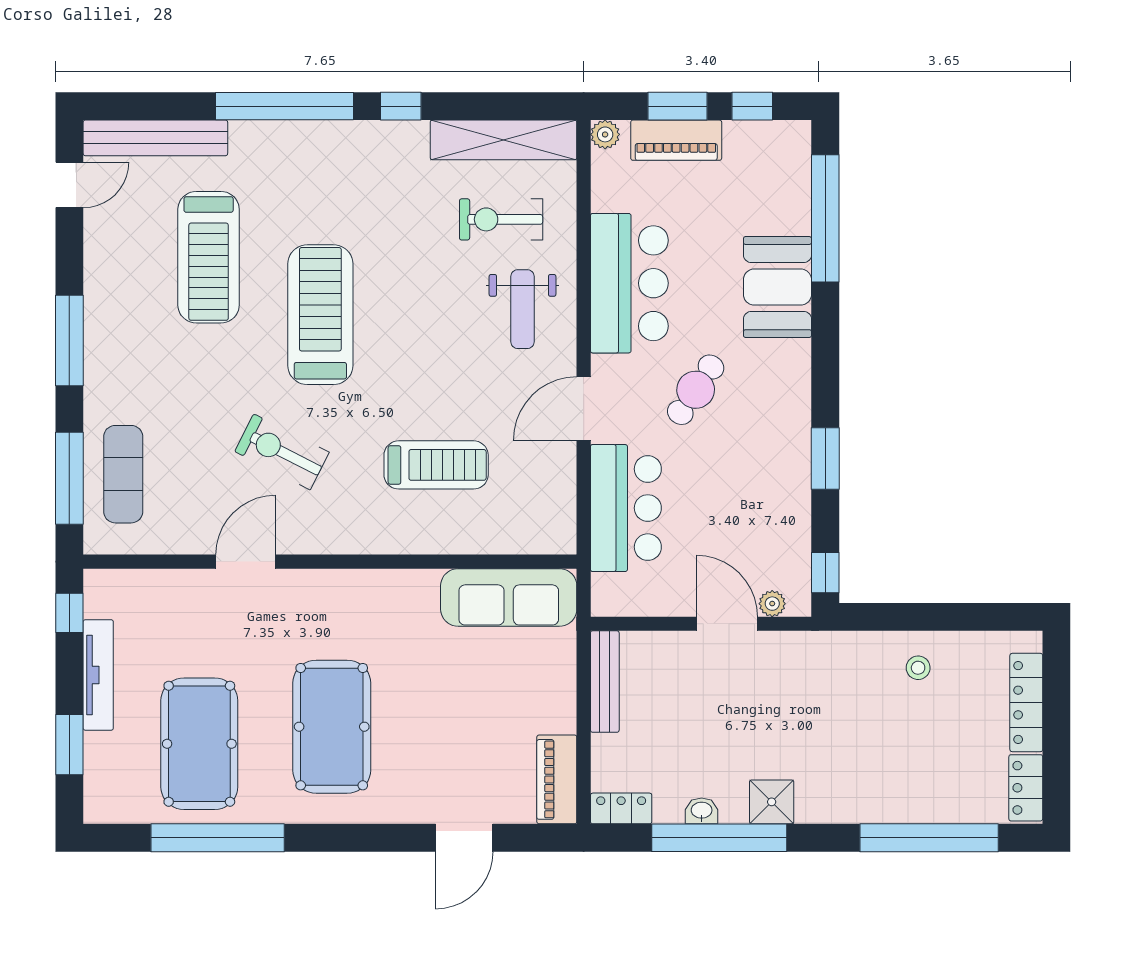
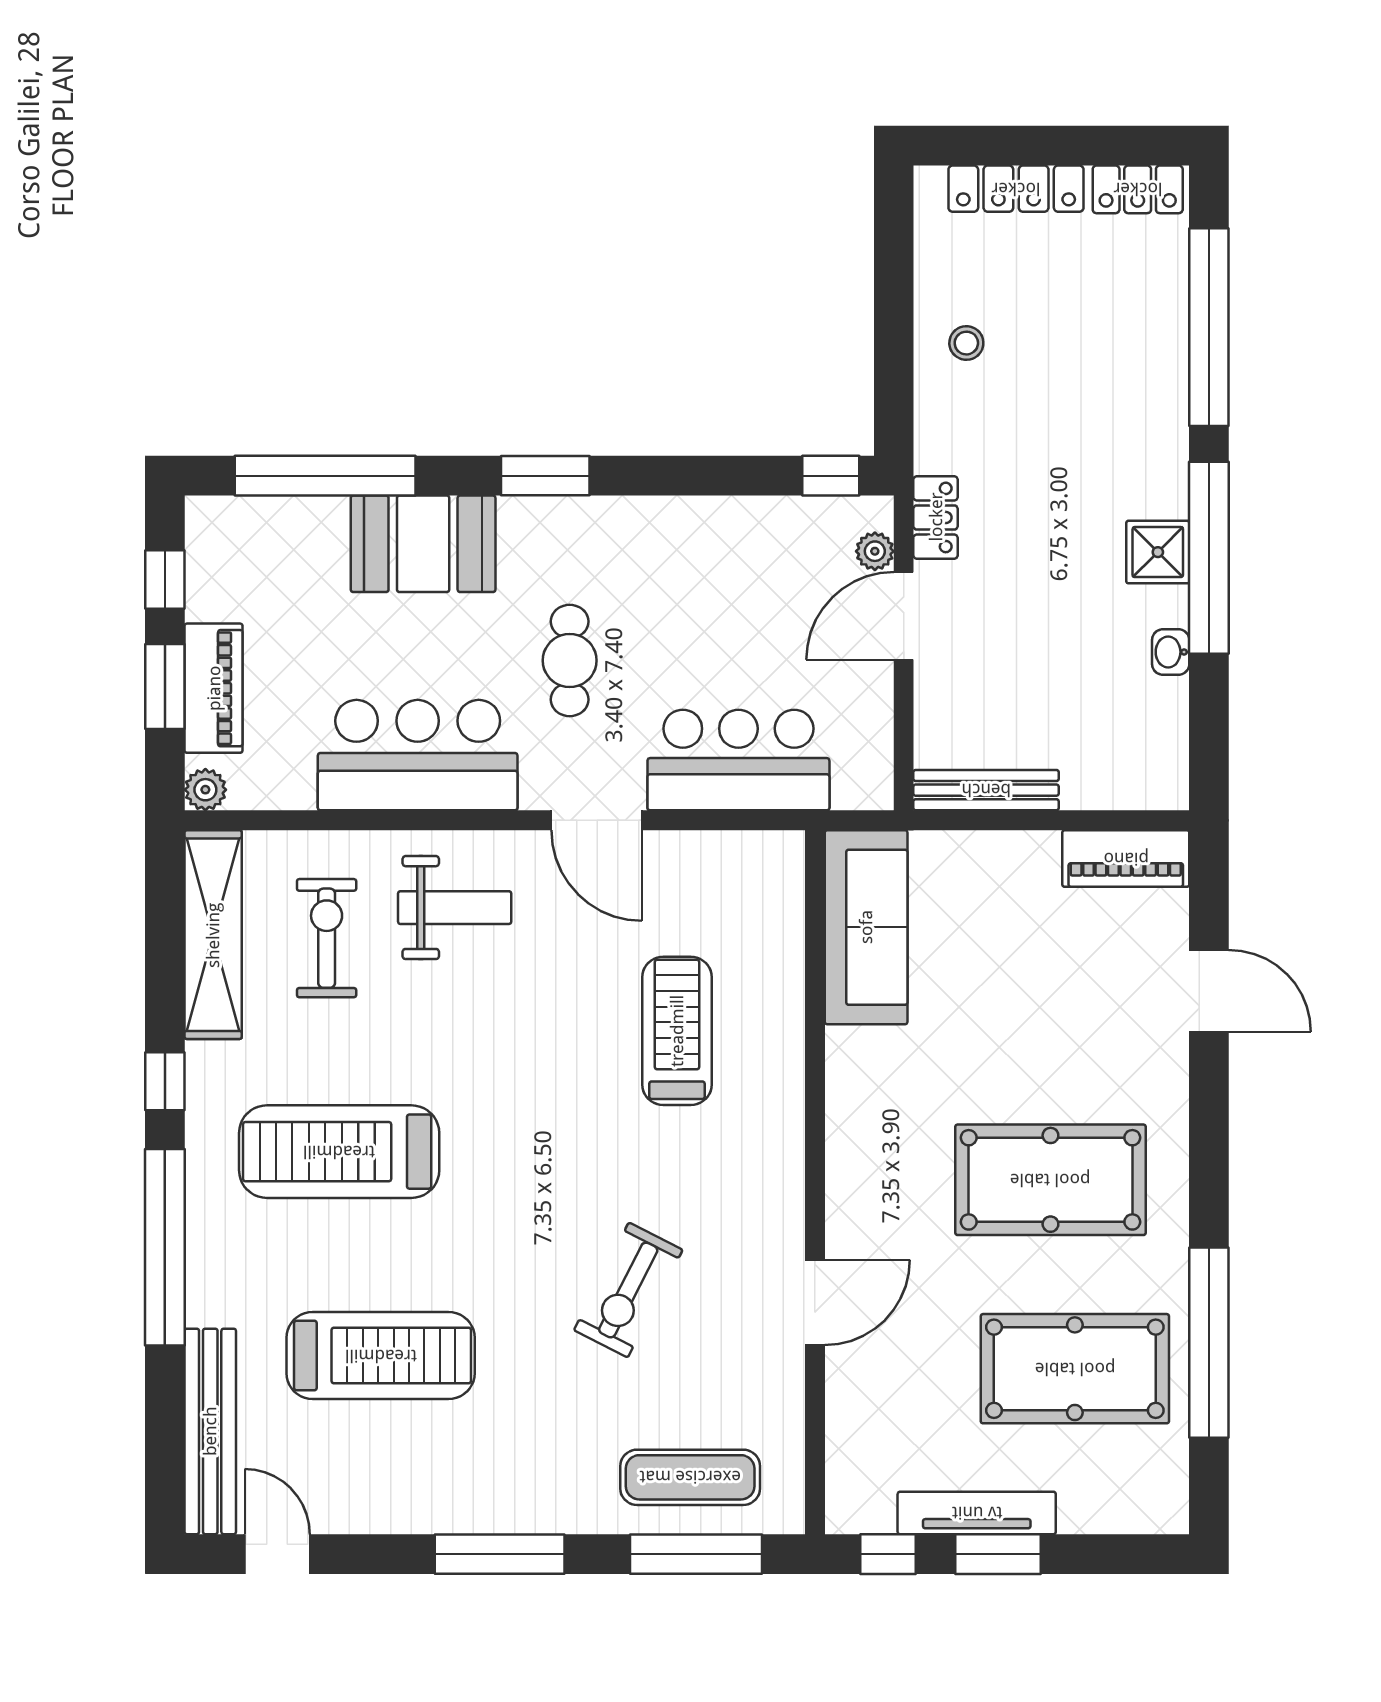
exercise bike: (501, 219) -> (327, 938), turned 180
treadmill: (320, 315) -> (339, 1152), moved
cafe table: (696, 390) -> (570, 660), turned 56
exercise bike: (282, 452) -> (628, 1290), moved
window: (825, 459) -> (545, 476), moved
door: (246, 562) -> (815, 1302), swing flipped
window: (69, 745) -> (998, 1554), moved
locker: (621, 808) -> (936, 517), moved, turned 180
window: (719, 838) -> (1209, 558), moved

